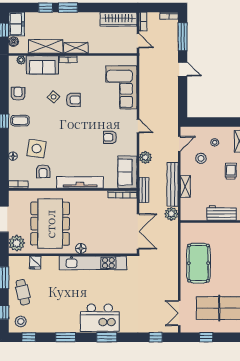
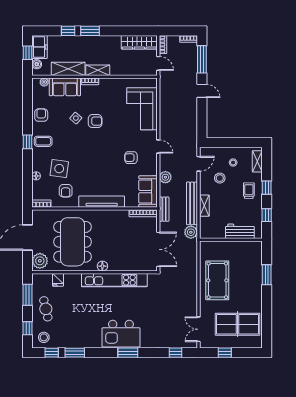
window: (66, 337) -> (75, 353), moved

